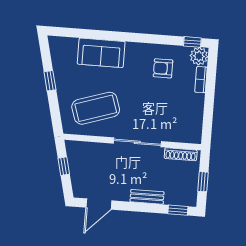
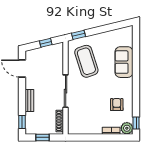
window: (50, 81) -> (78, 35), moved

